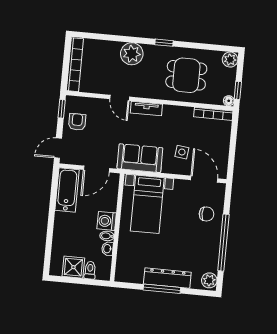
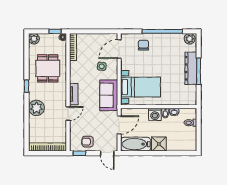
door: (97, 169) -> (119, 125), hinge flipped
shower: (73, 267) -> (159, 144), moved

